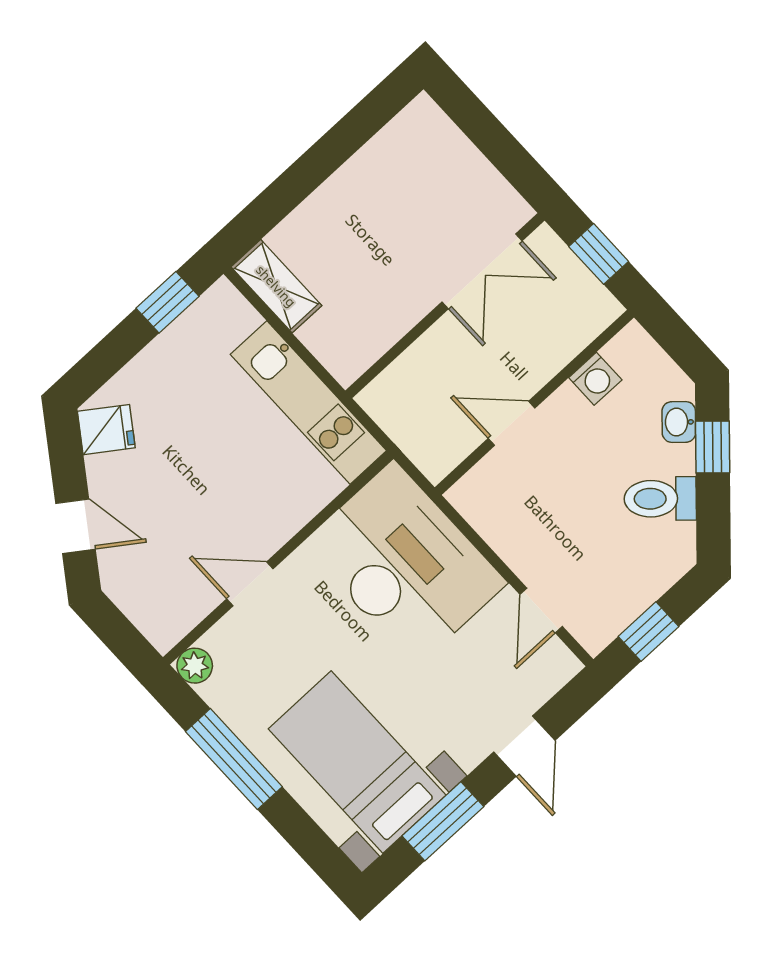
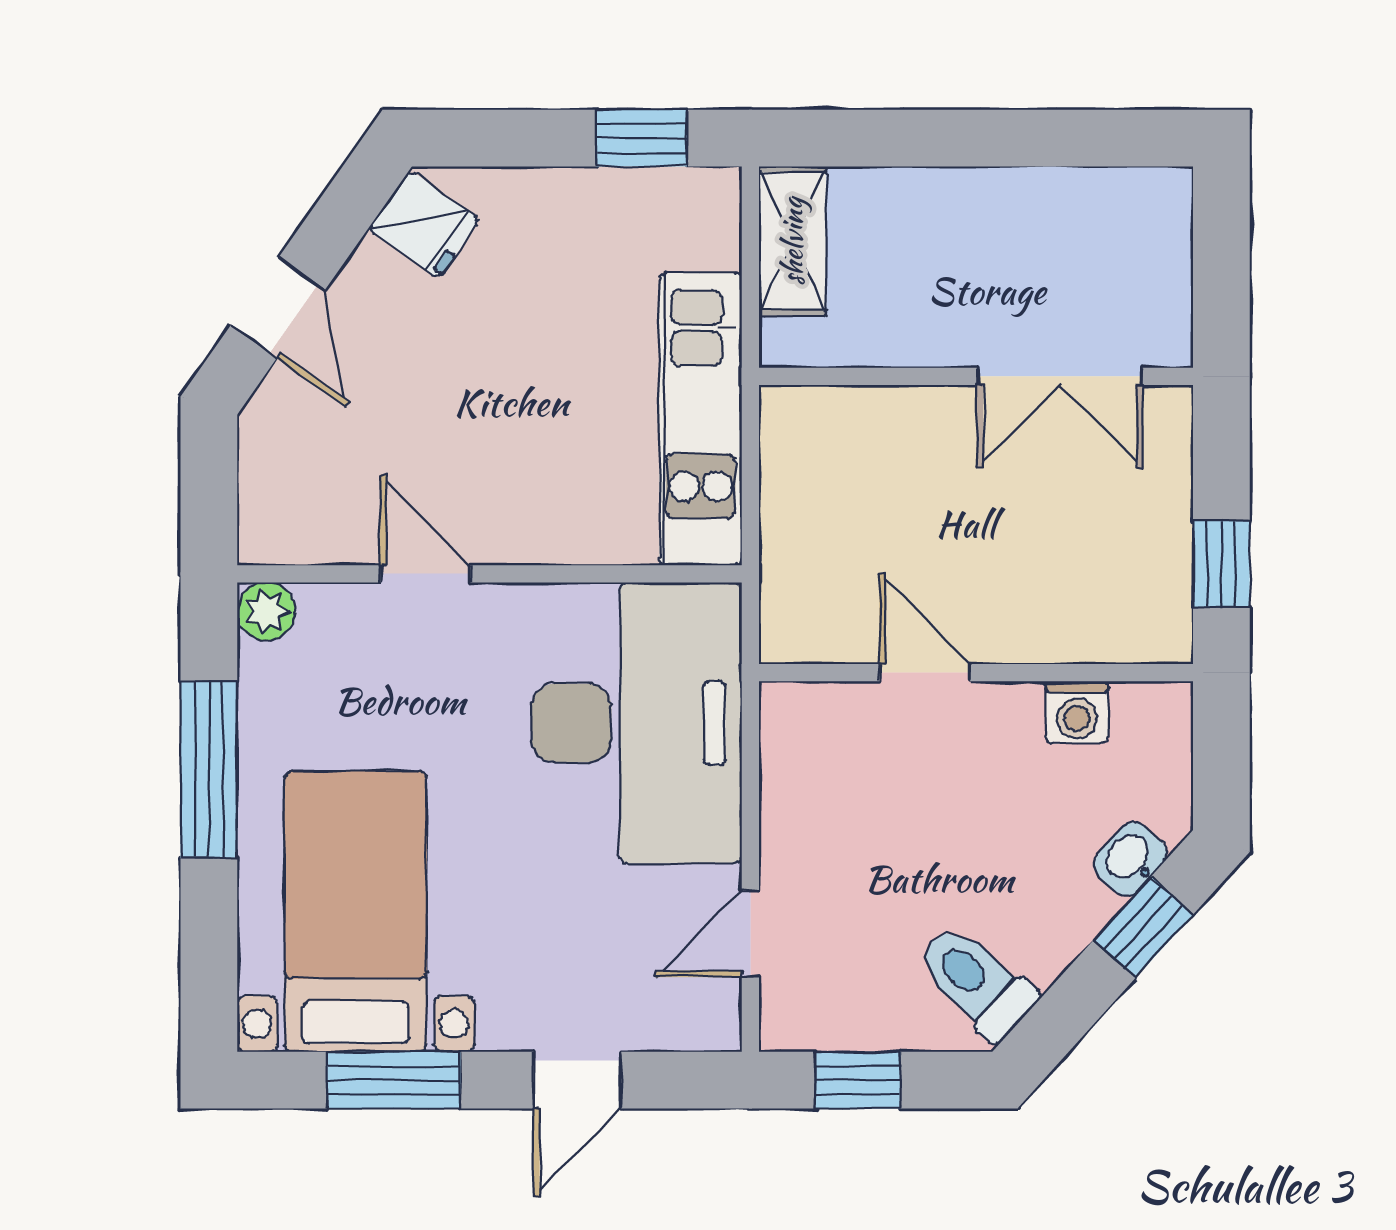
double door: (482, 271) -> (1060, 376), moved
wall: (445, 306) -> (976, 376), moved
toilet: (660, 499) -> (976, 982), moved

